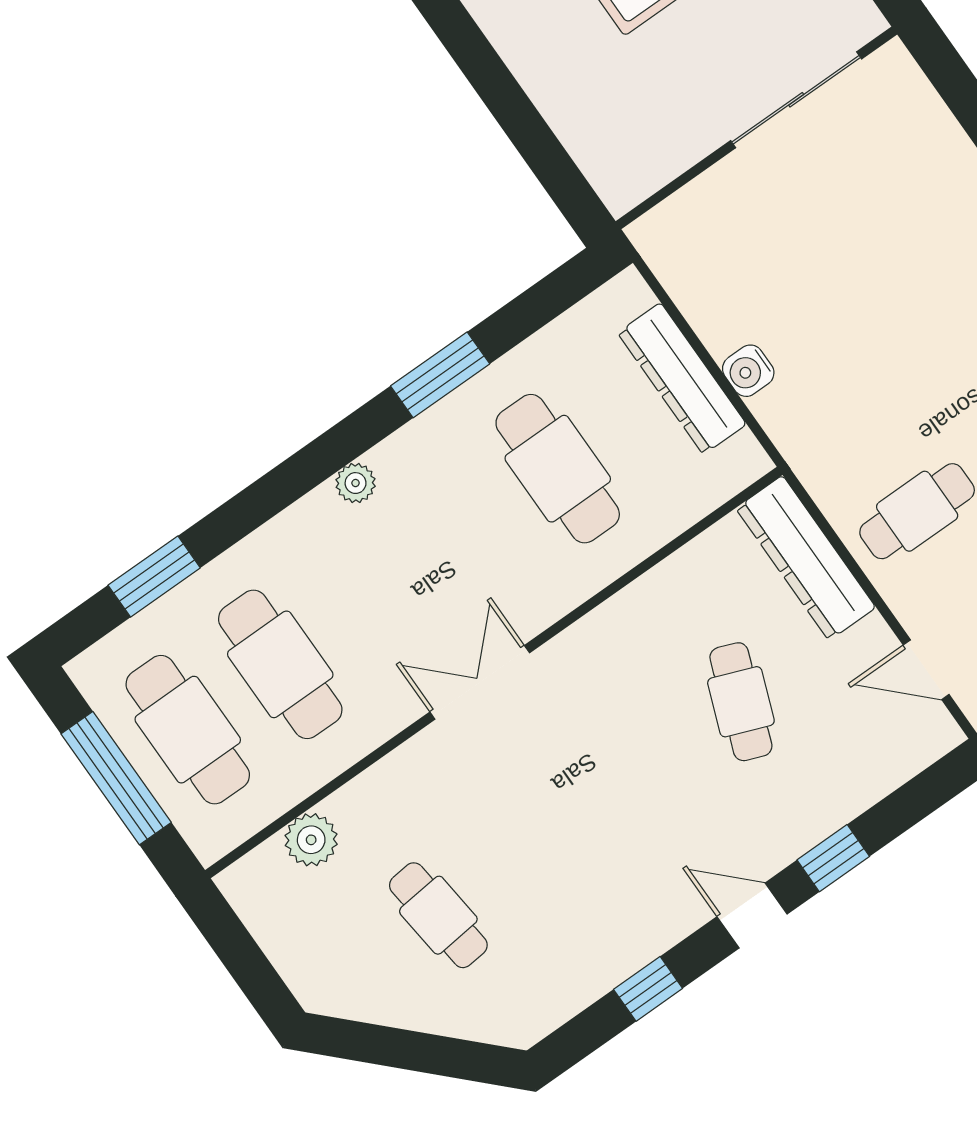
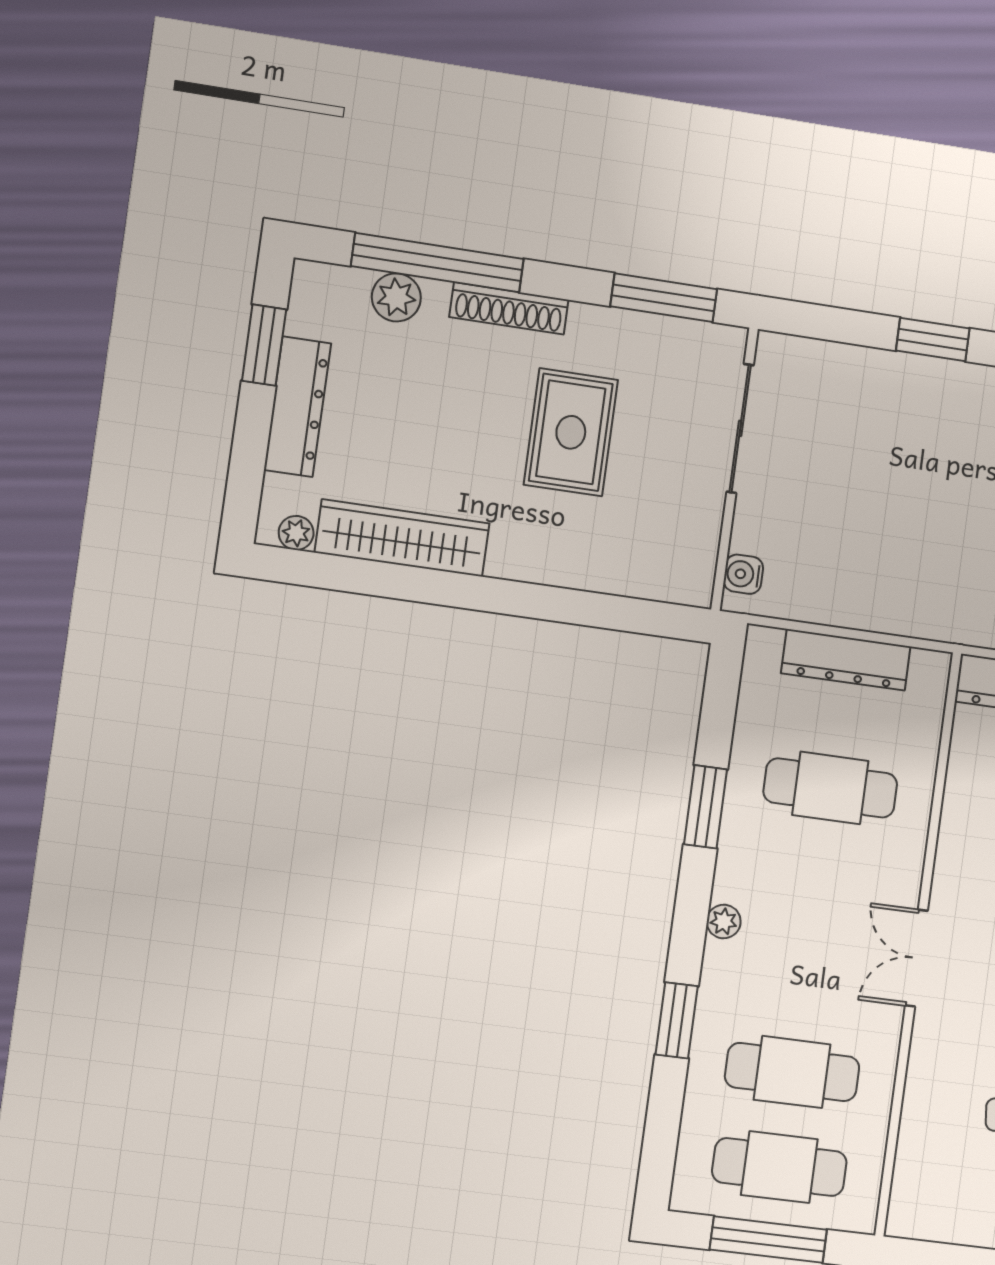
water cooler: (748, 371) -> (743, 574), moved, turned 90
window: (154, 577) -> (677, 1020), moved
plant: (311, 840) -> (917, 1152), removed

